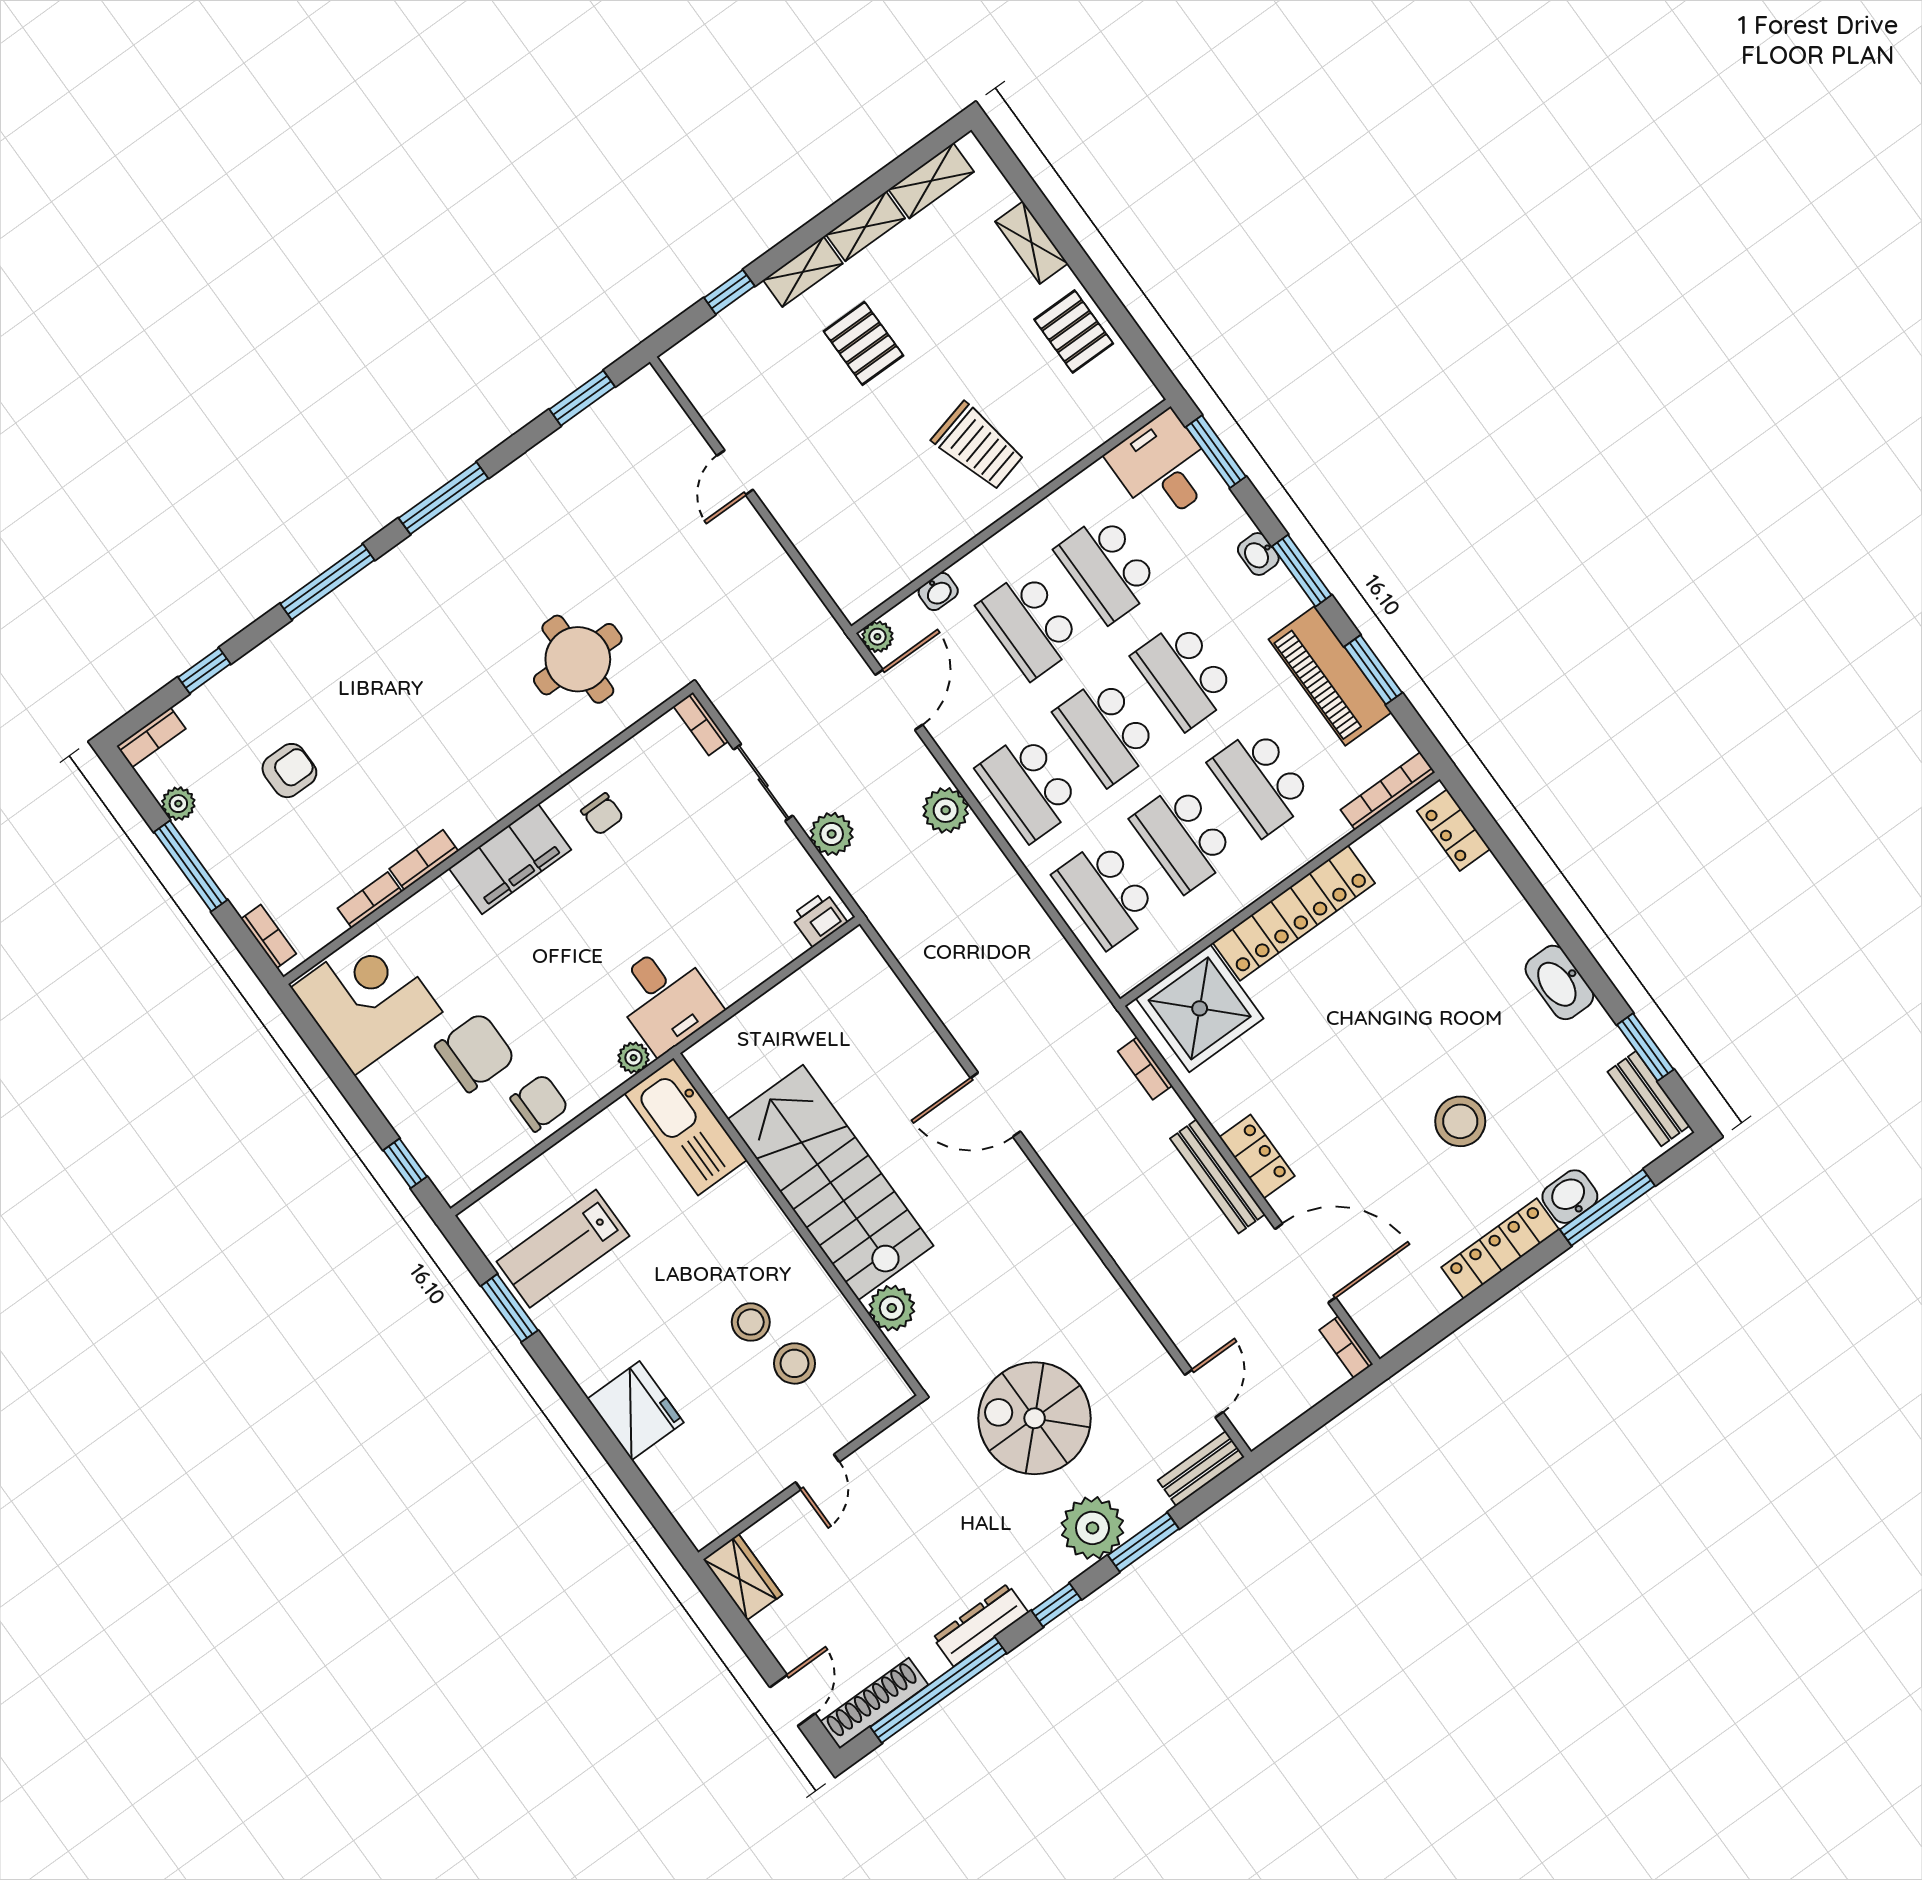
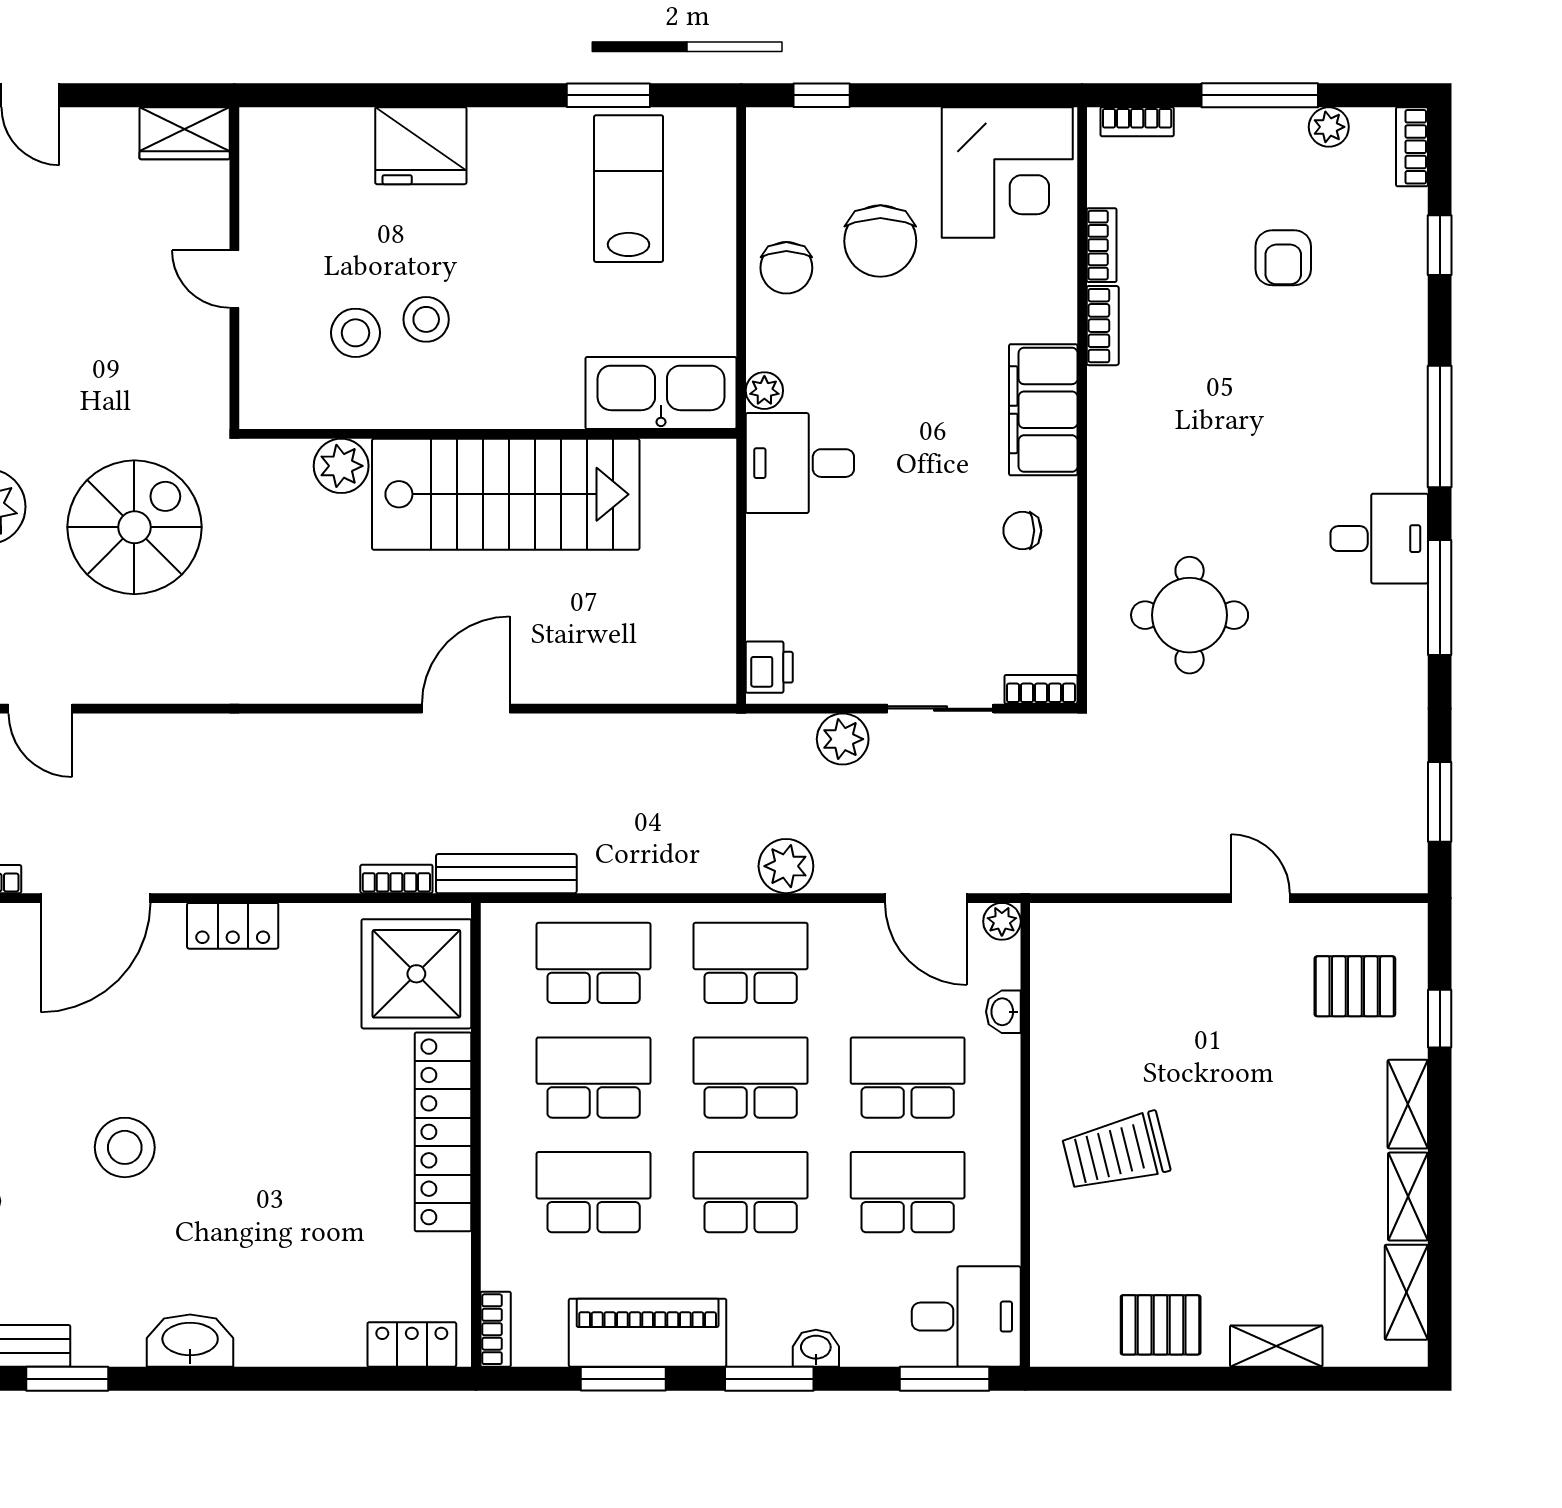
pallet: (863, 343) -> (1355, 986), moved
desk: (433, 568) -> (1379, 539), added
bookcase: (1388, 791) -> (496, 1329), width x0.64
bench: (1218, 1176) -> (506, 874), moved

